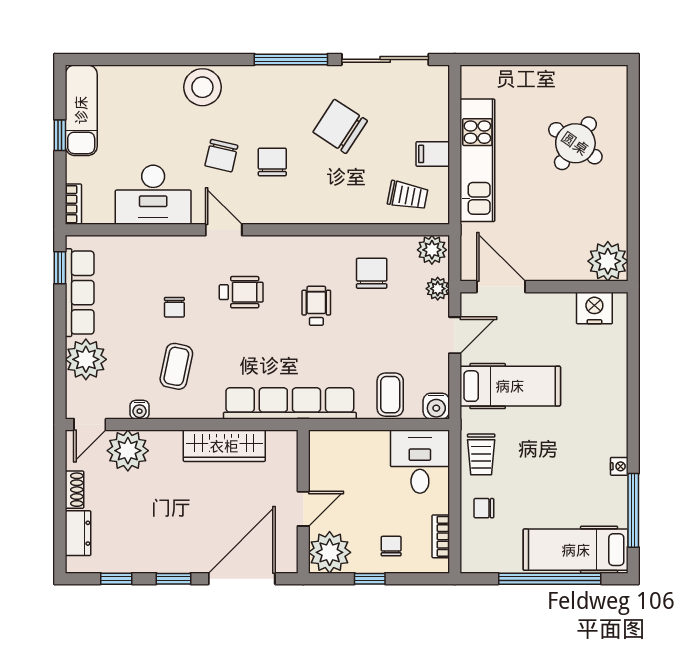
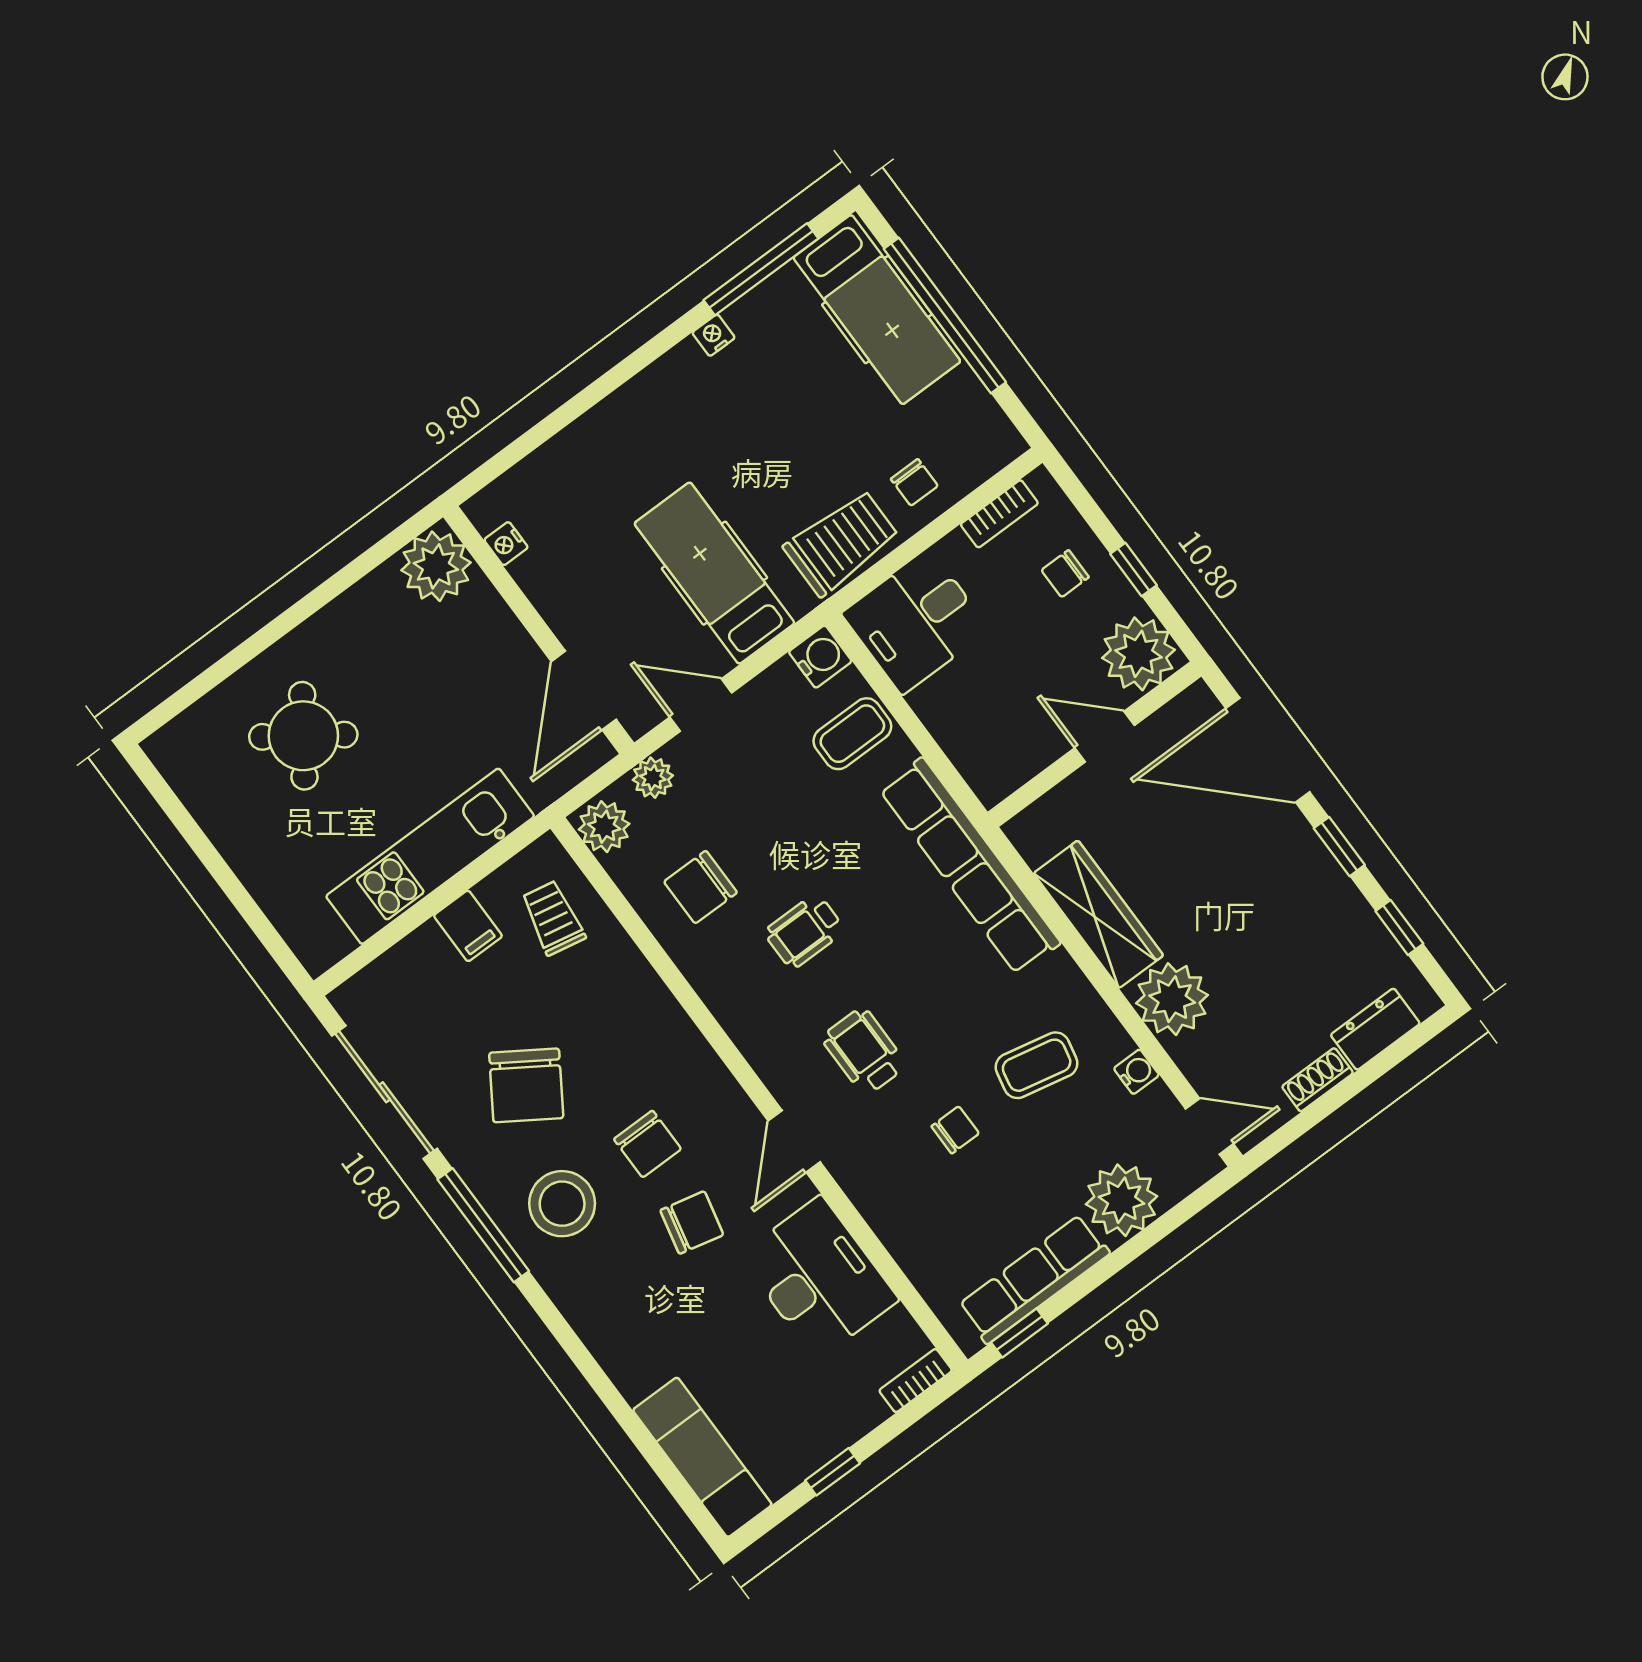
stool: (202, 87) -> (562, 1204), moved
exam couch: (81, 110) -> (702, 1457), moved, turned 90
chair: (272, 162) -> (648, 1144), turned -90
nightstand: (594, 308) -> (506, 544), width x0.53, depth x0.56
plant: (128, 451) -> (1172, 999), moved
trolley: (481, 454) -> (841, 543), width x1.36, depth x1.39

